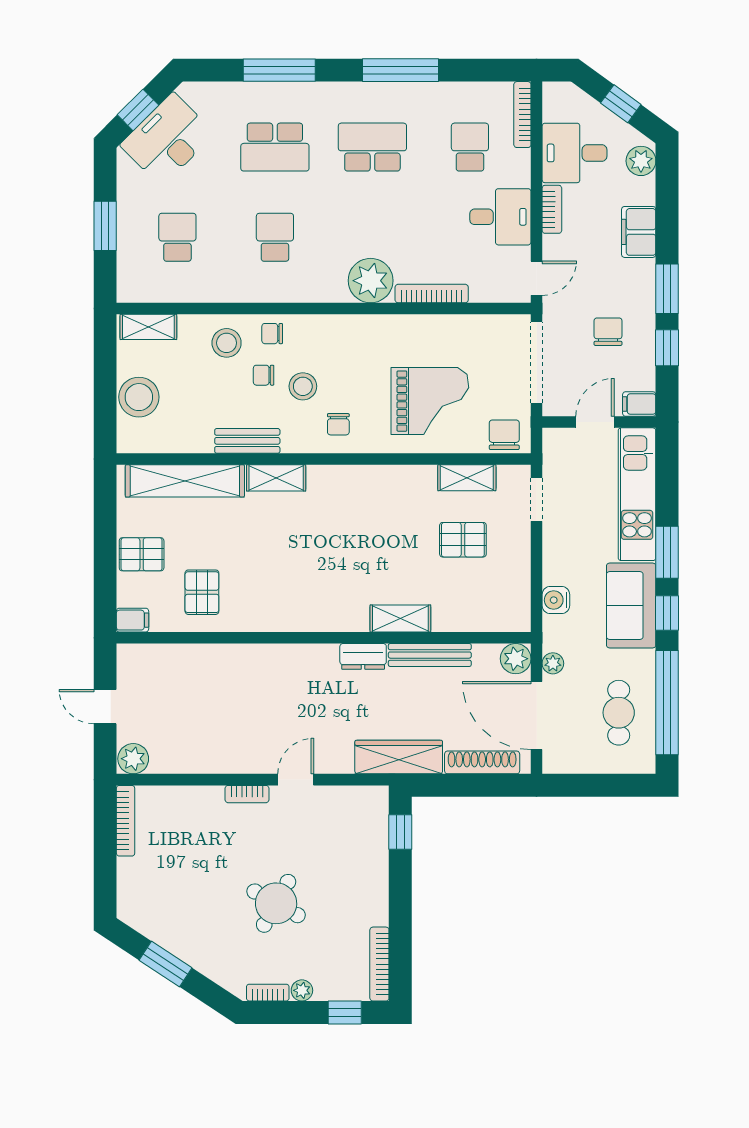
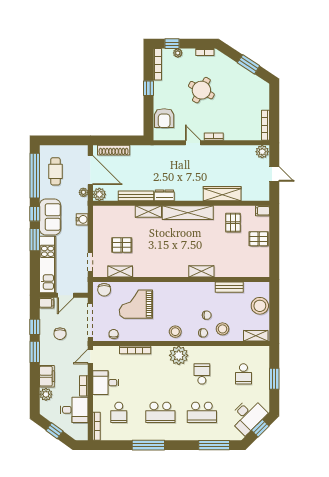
window: (279, 70) -> (214, 445), moved
school desk: (275, 147) -> (202, 412), turned 180
plant: (641, 161) -> (46, 394), moved
school desk: (275, 237) -> (202, 374), turned 180
plant: (371, 281) -> (179, 355), moved
stool: (303, 386) -> (175, 332), moved
chair: (338, 424) -> (114, 334), moved
bench: (247, 441) -> (229, 287), moved
shelving: (185, 481) -> (188, 213), moved
wardrobe: (399, 757) -> (222, 194), moved, turned 180
door: (296, 780) -> (193, 143), swing flipped
window: (400, 832) -> (148, 88), moved
armchair: (364, 838) -> (164, 118), added
plant: (302, 990) -> (178, 53), moved

